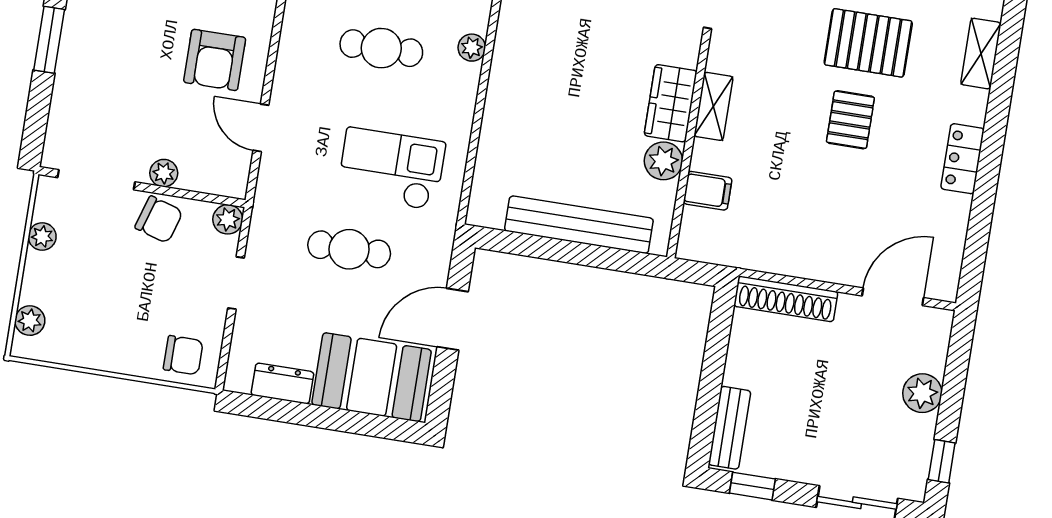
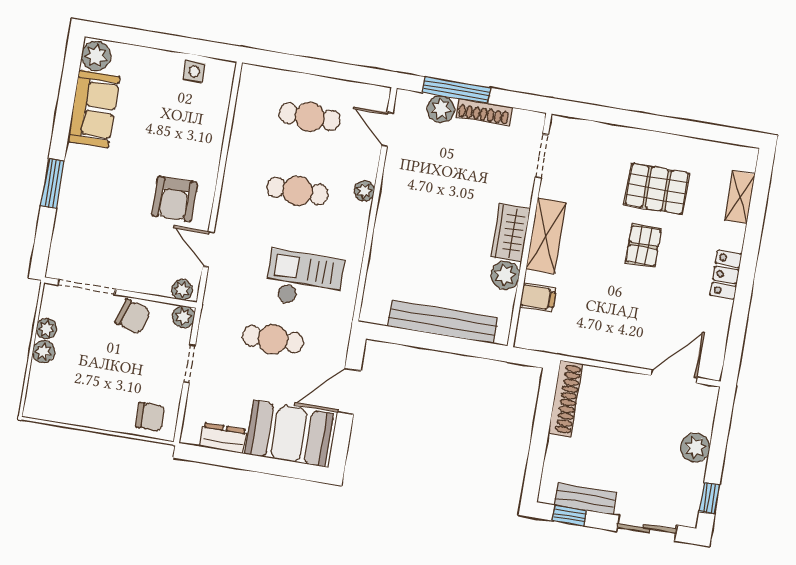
shelving: (713, 106) -> (546, 236), width x1.50, depth x1.33
plant: (164, 173) -> (182, 290), moved
shoe rack: (786, 299) -> (565, 399), moved, turned -90
plant: (30, 321) -> (43, 352), moved
bench: (730, 428) -> (585, 499), moved, turned 90

